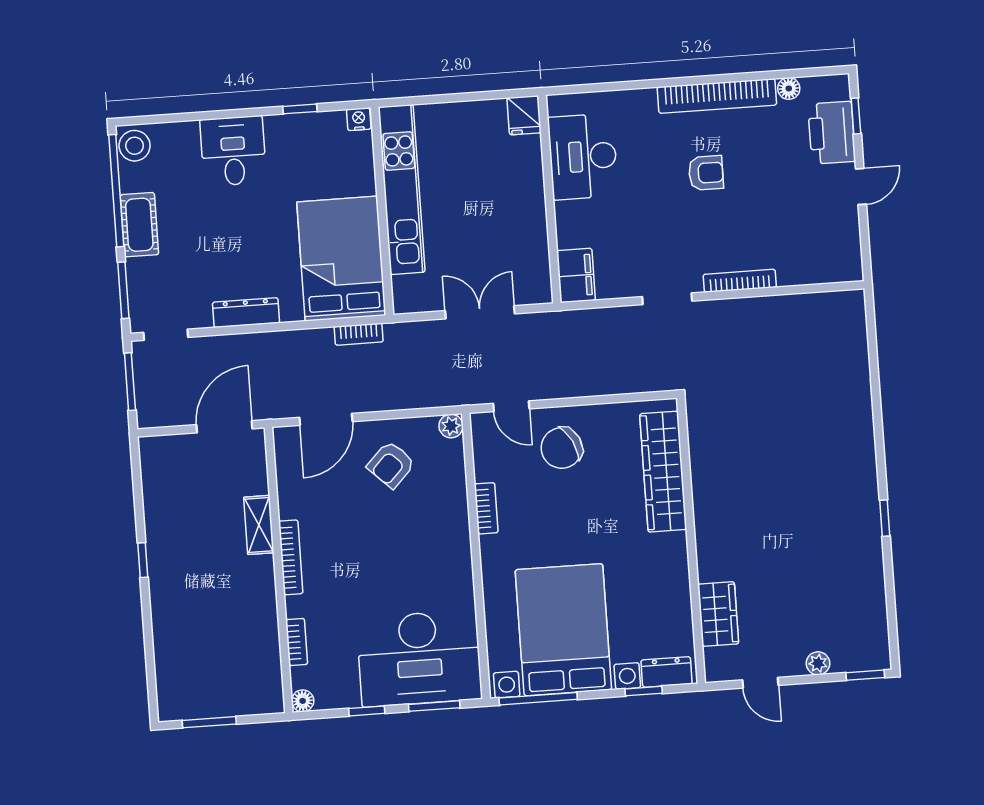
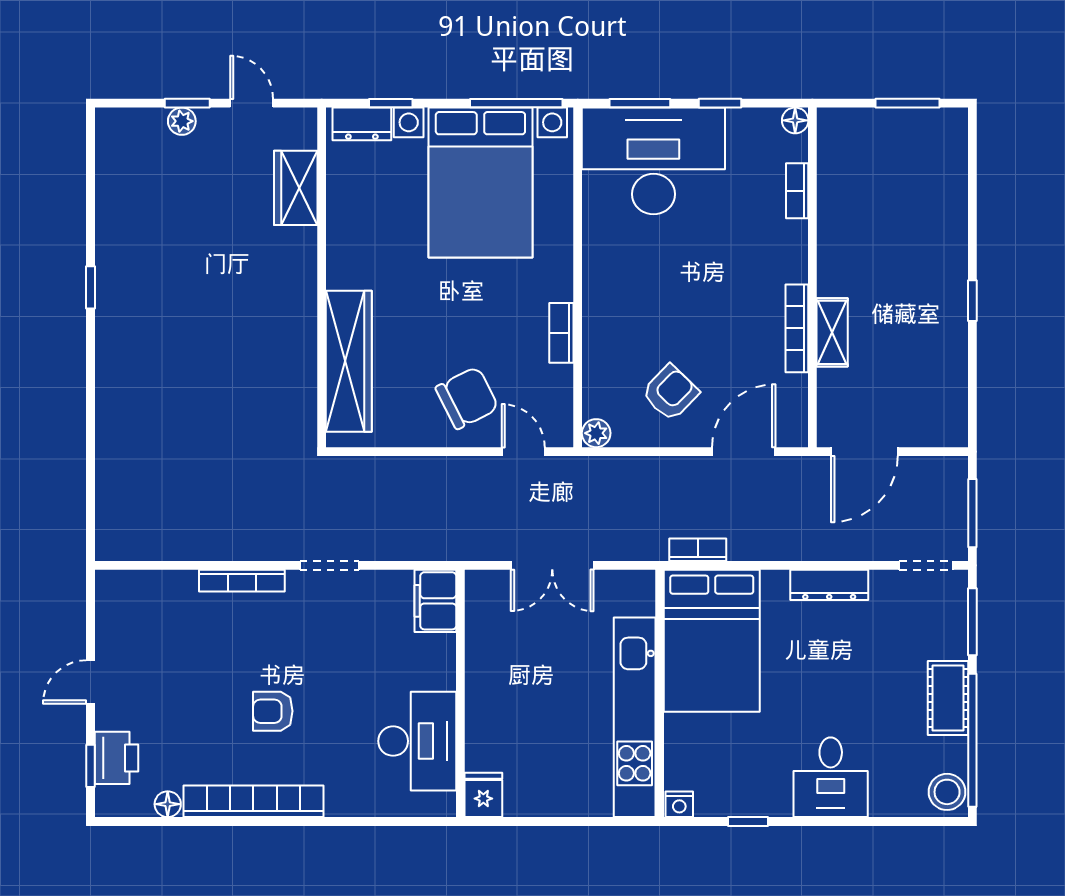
printer: (832, 133) -> (116, 758), width x0.73, depth x0.84
bookcase: (291, 557) -> (797, 328), moved
window: (865, 675) -> (187, 103), moved

